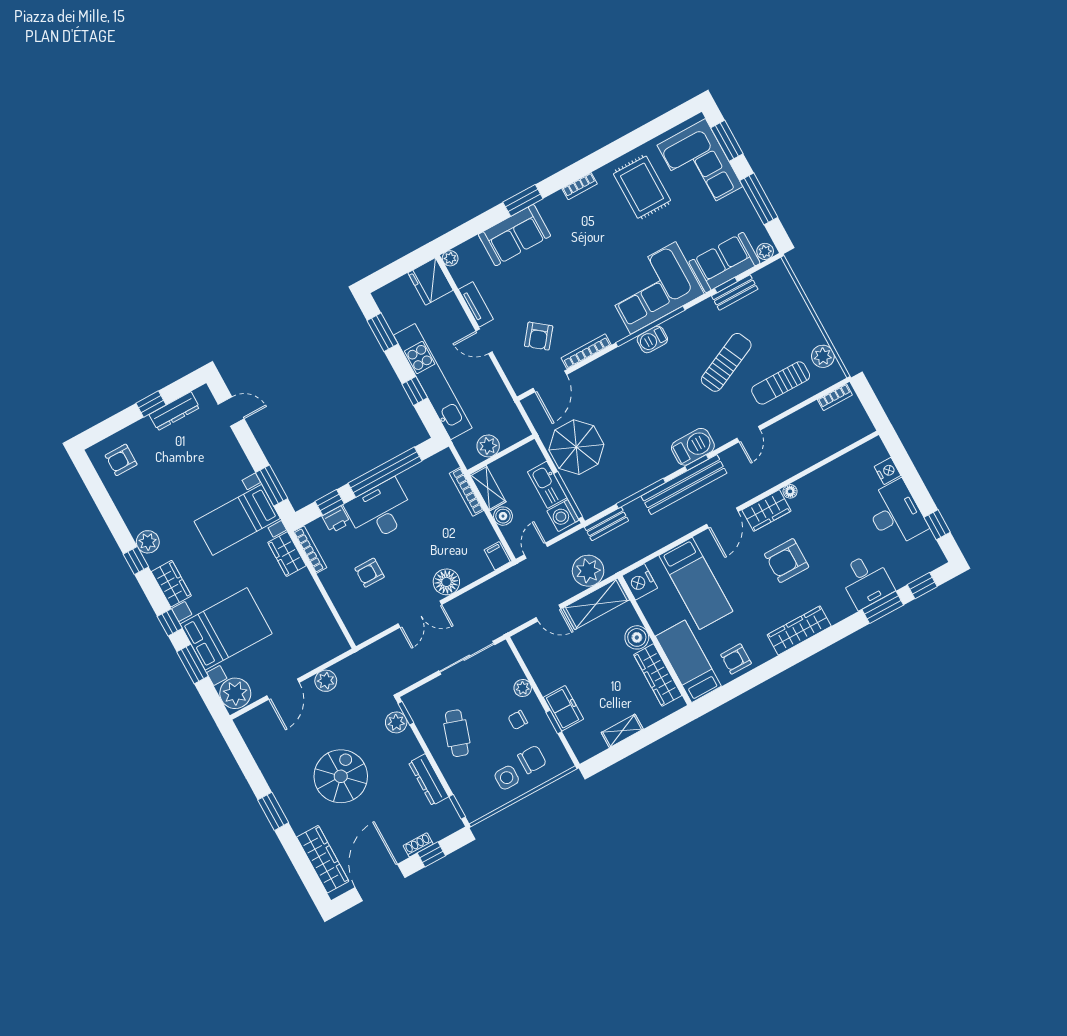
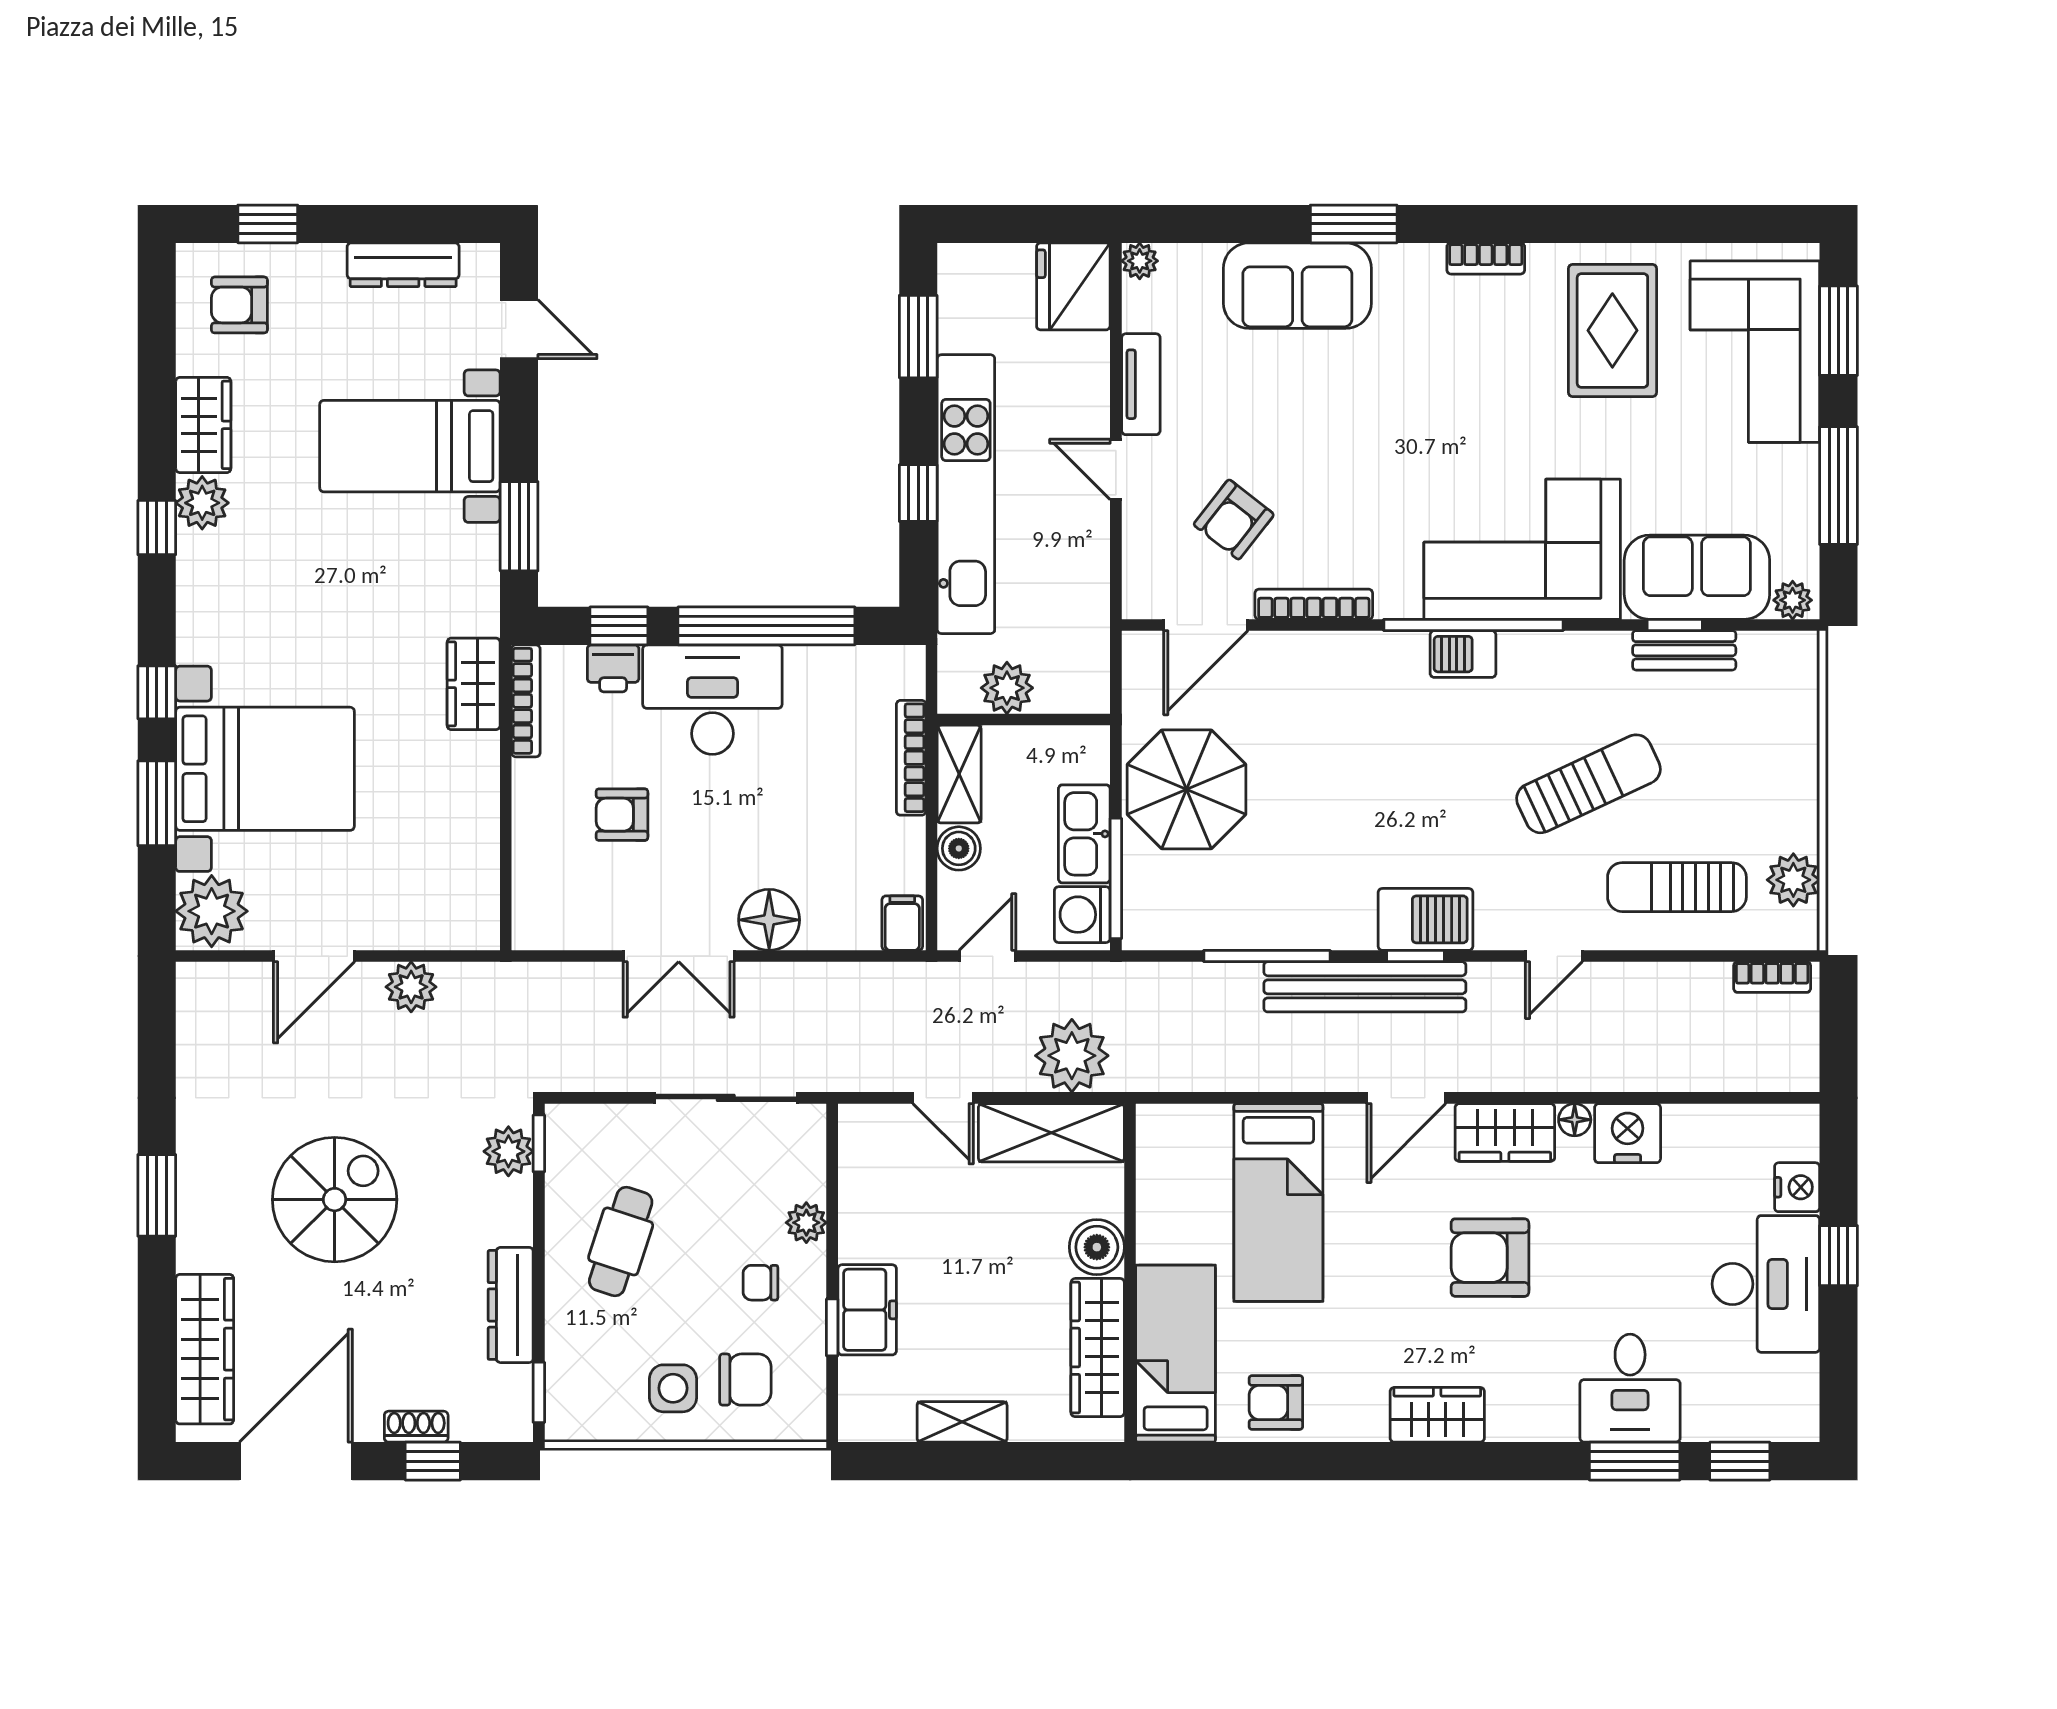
window: (151, 404) -> (268, 224), moved
bed with nightstands: (237, 520) -> (410, 446), moved
bench: (606, 524) -> (1162, 980), removed
window: (937, 525) -> (1839, 1256), moved
nightstand: (640, 582) -> (1628, 1133), moved, turned 90
wardrobe: (171, 584) -> (203, 425), moved
wardrobe: (799, 630) -> (1437, 1415), width x0.67

